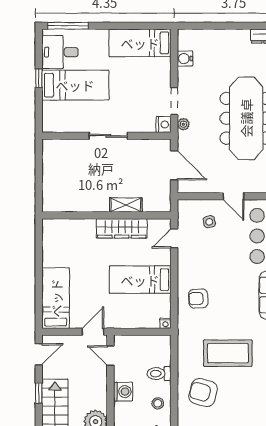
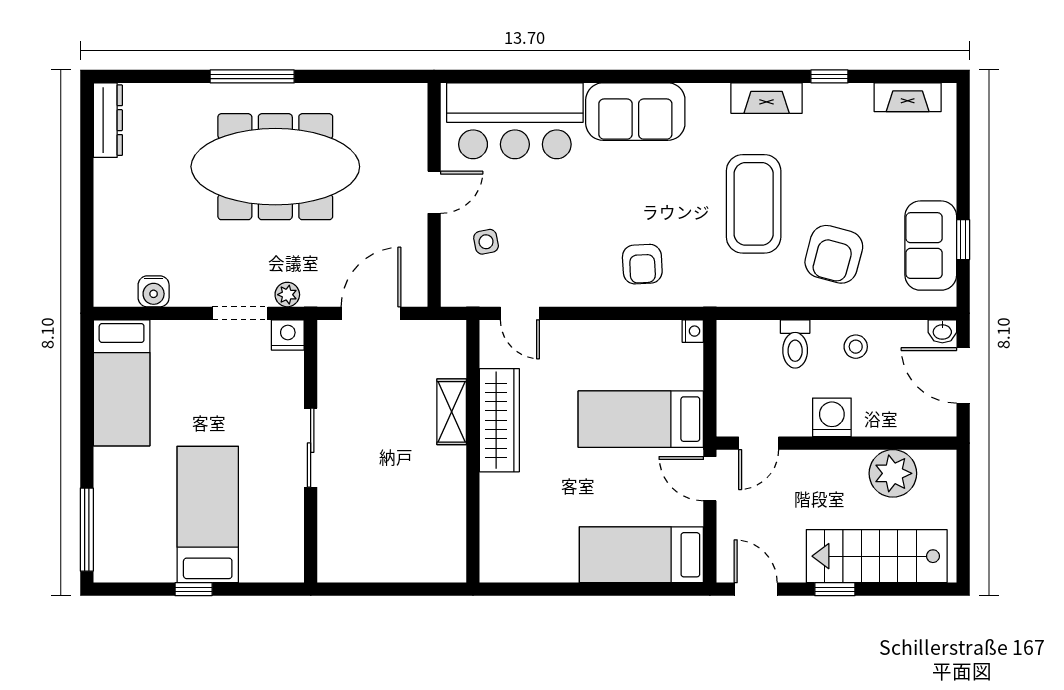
desk: (60, 52) -> (140, 546), removed
bed: (140, 280) -> (641, 419), moved, turned 90

